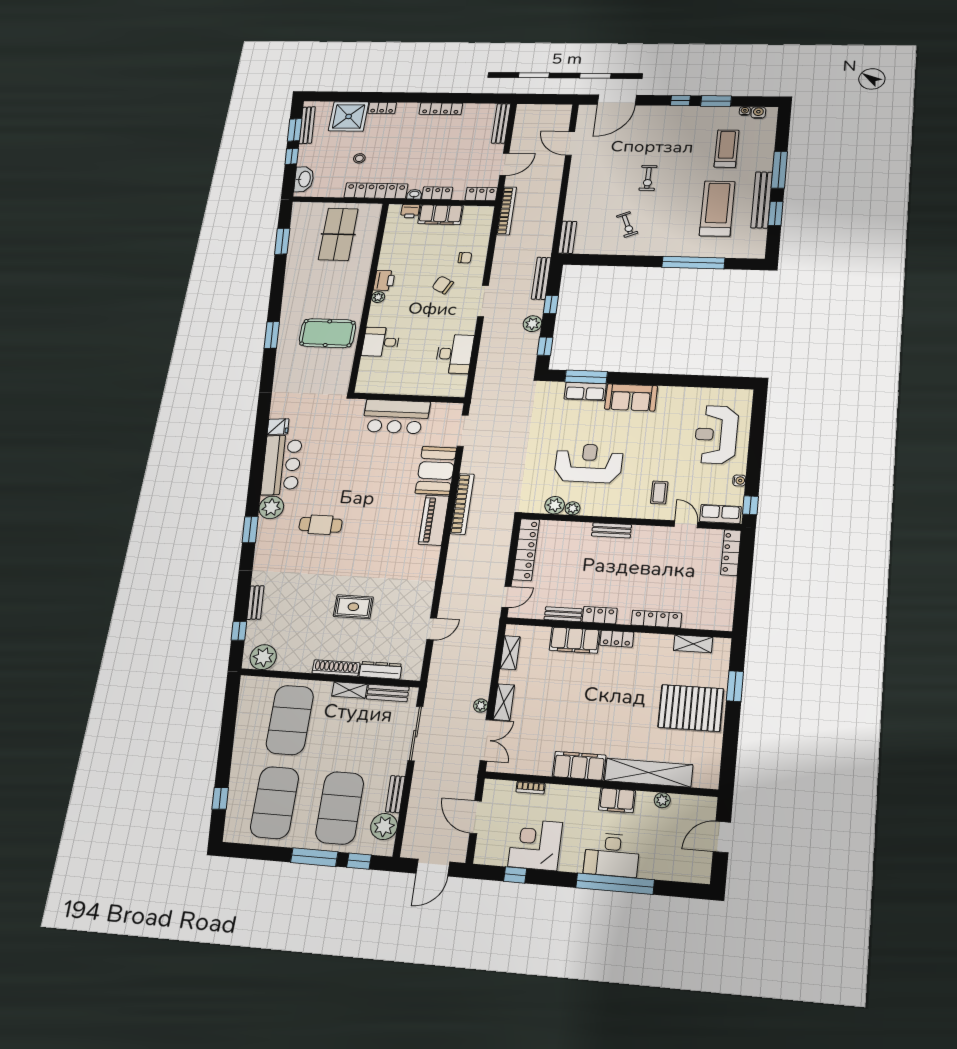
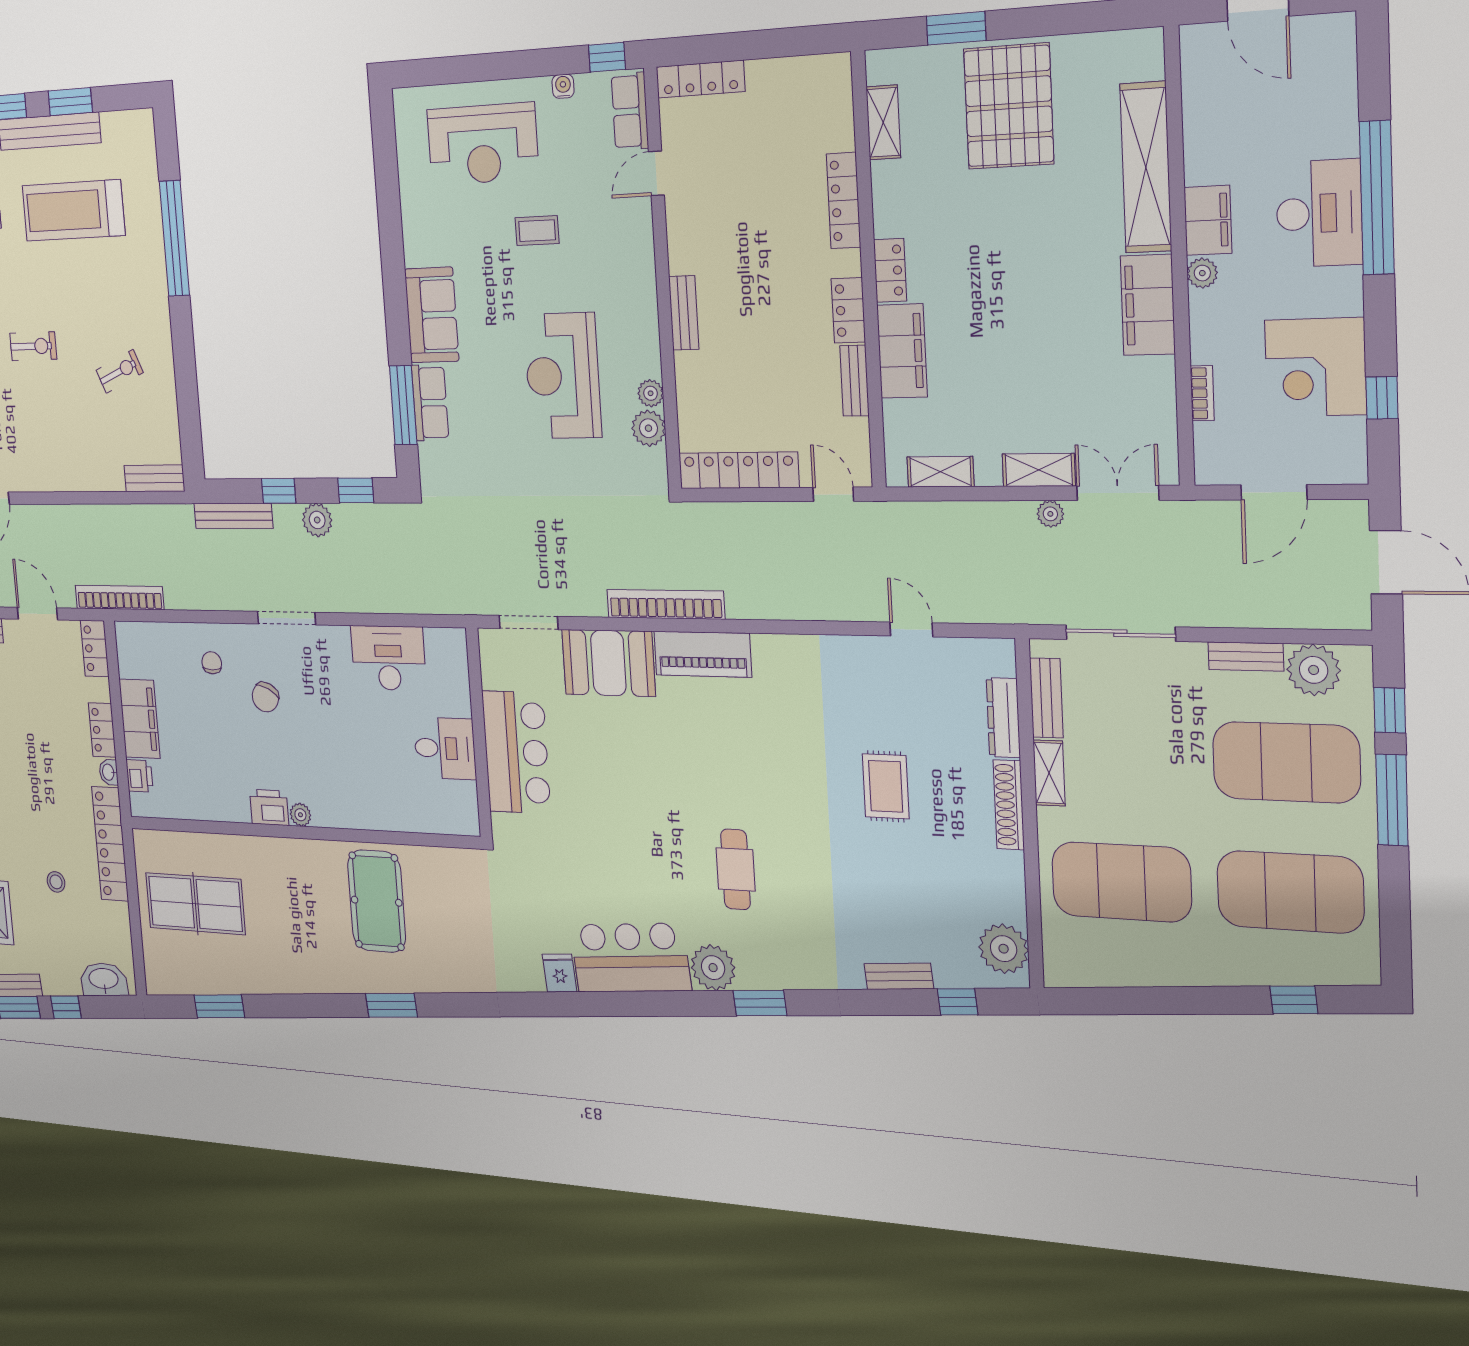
desk: (381, 342) -> (445, 748), moved, turned -90
coffee table: (659, 493) -> (537, 231), moved
plant: (662, 800) -> (1202, 273), moved

